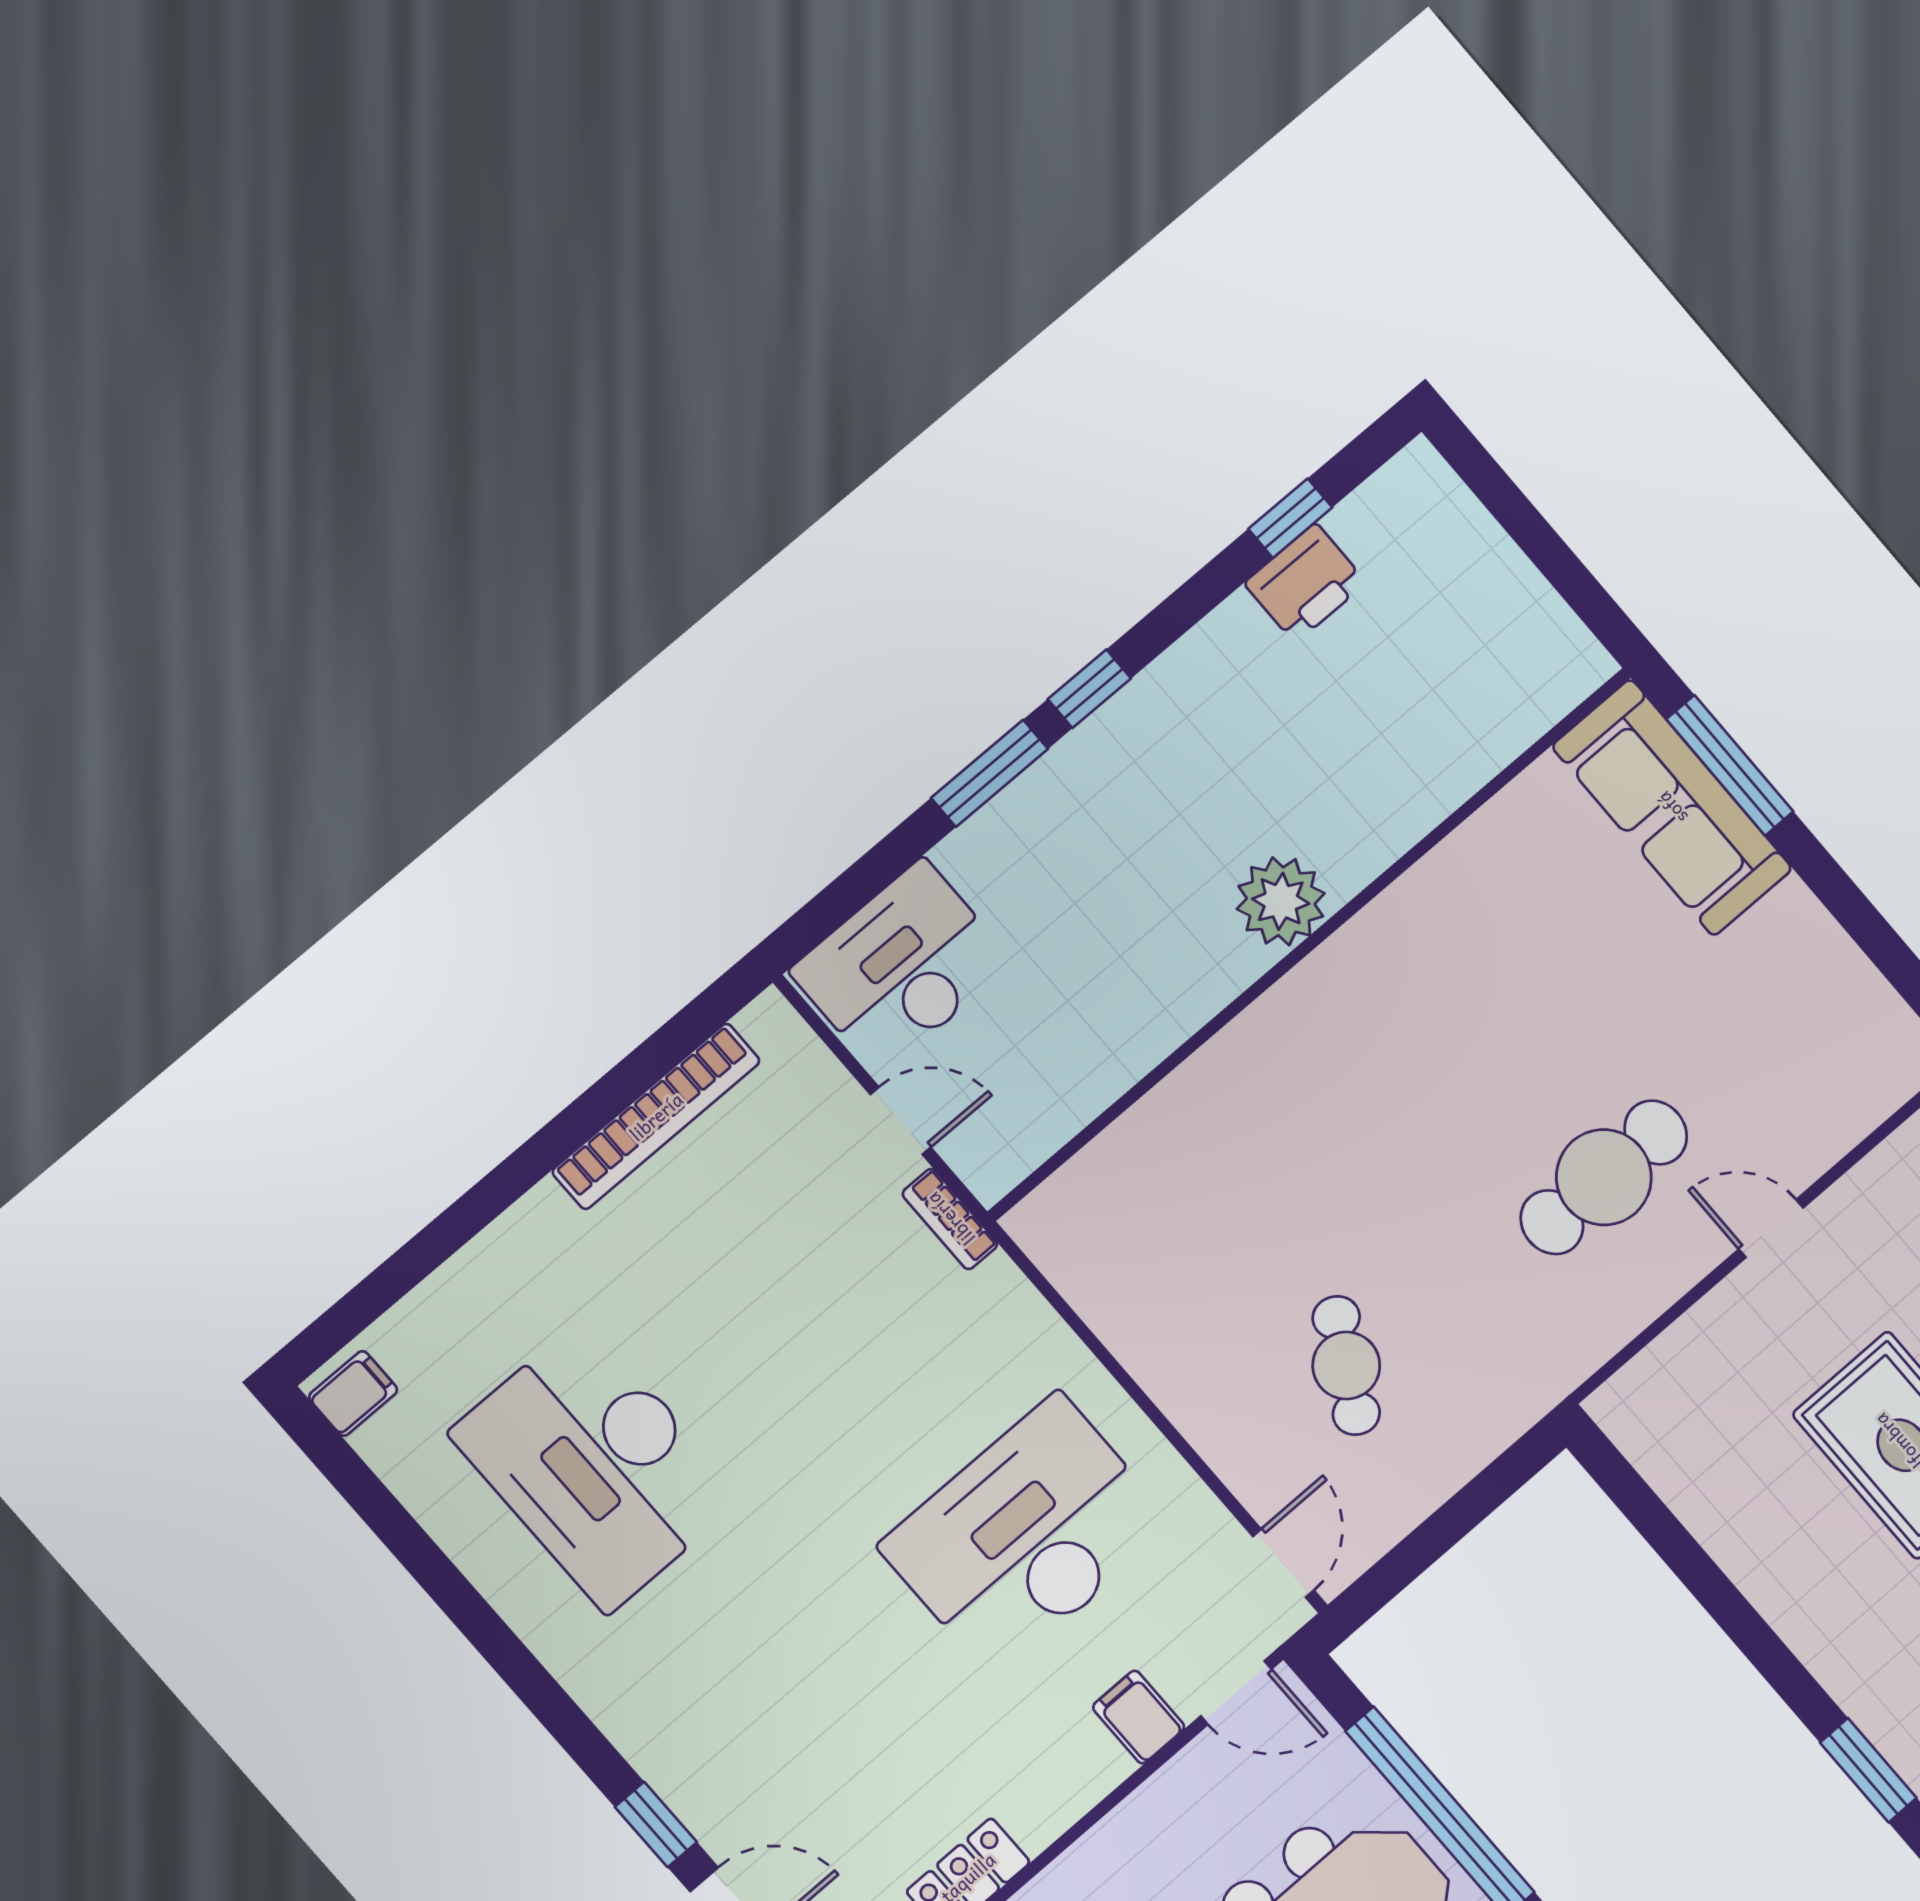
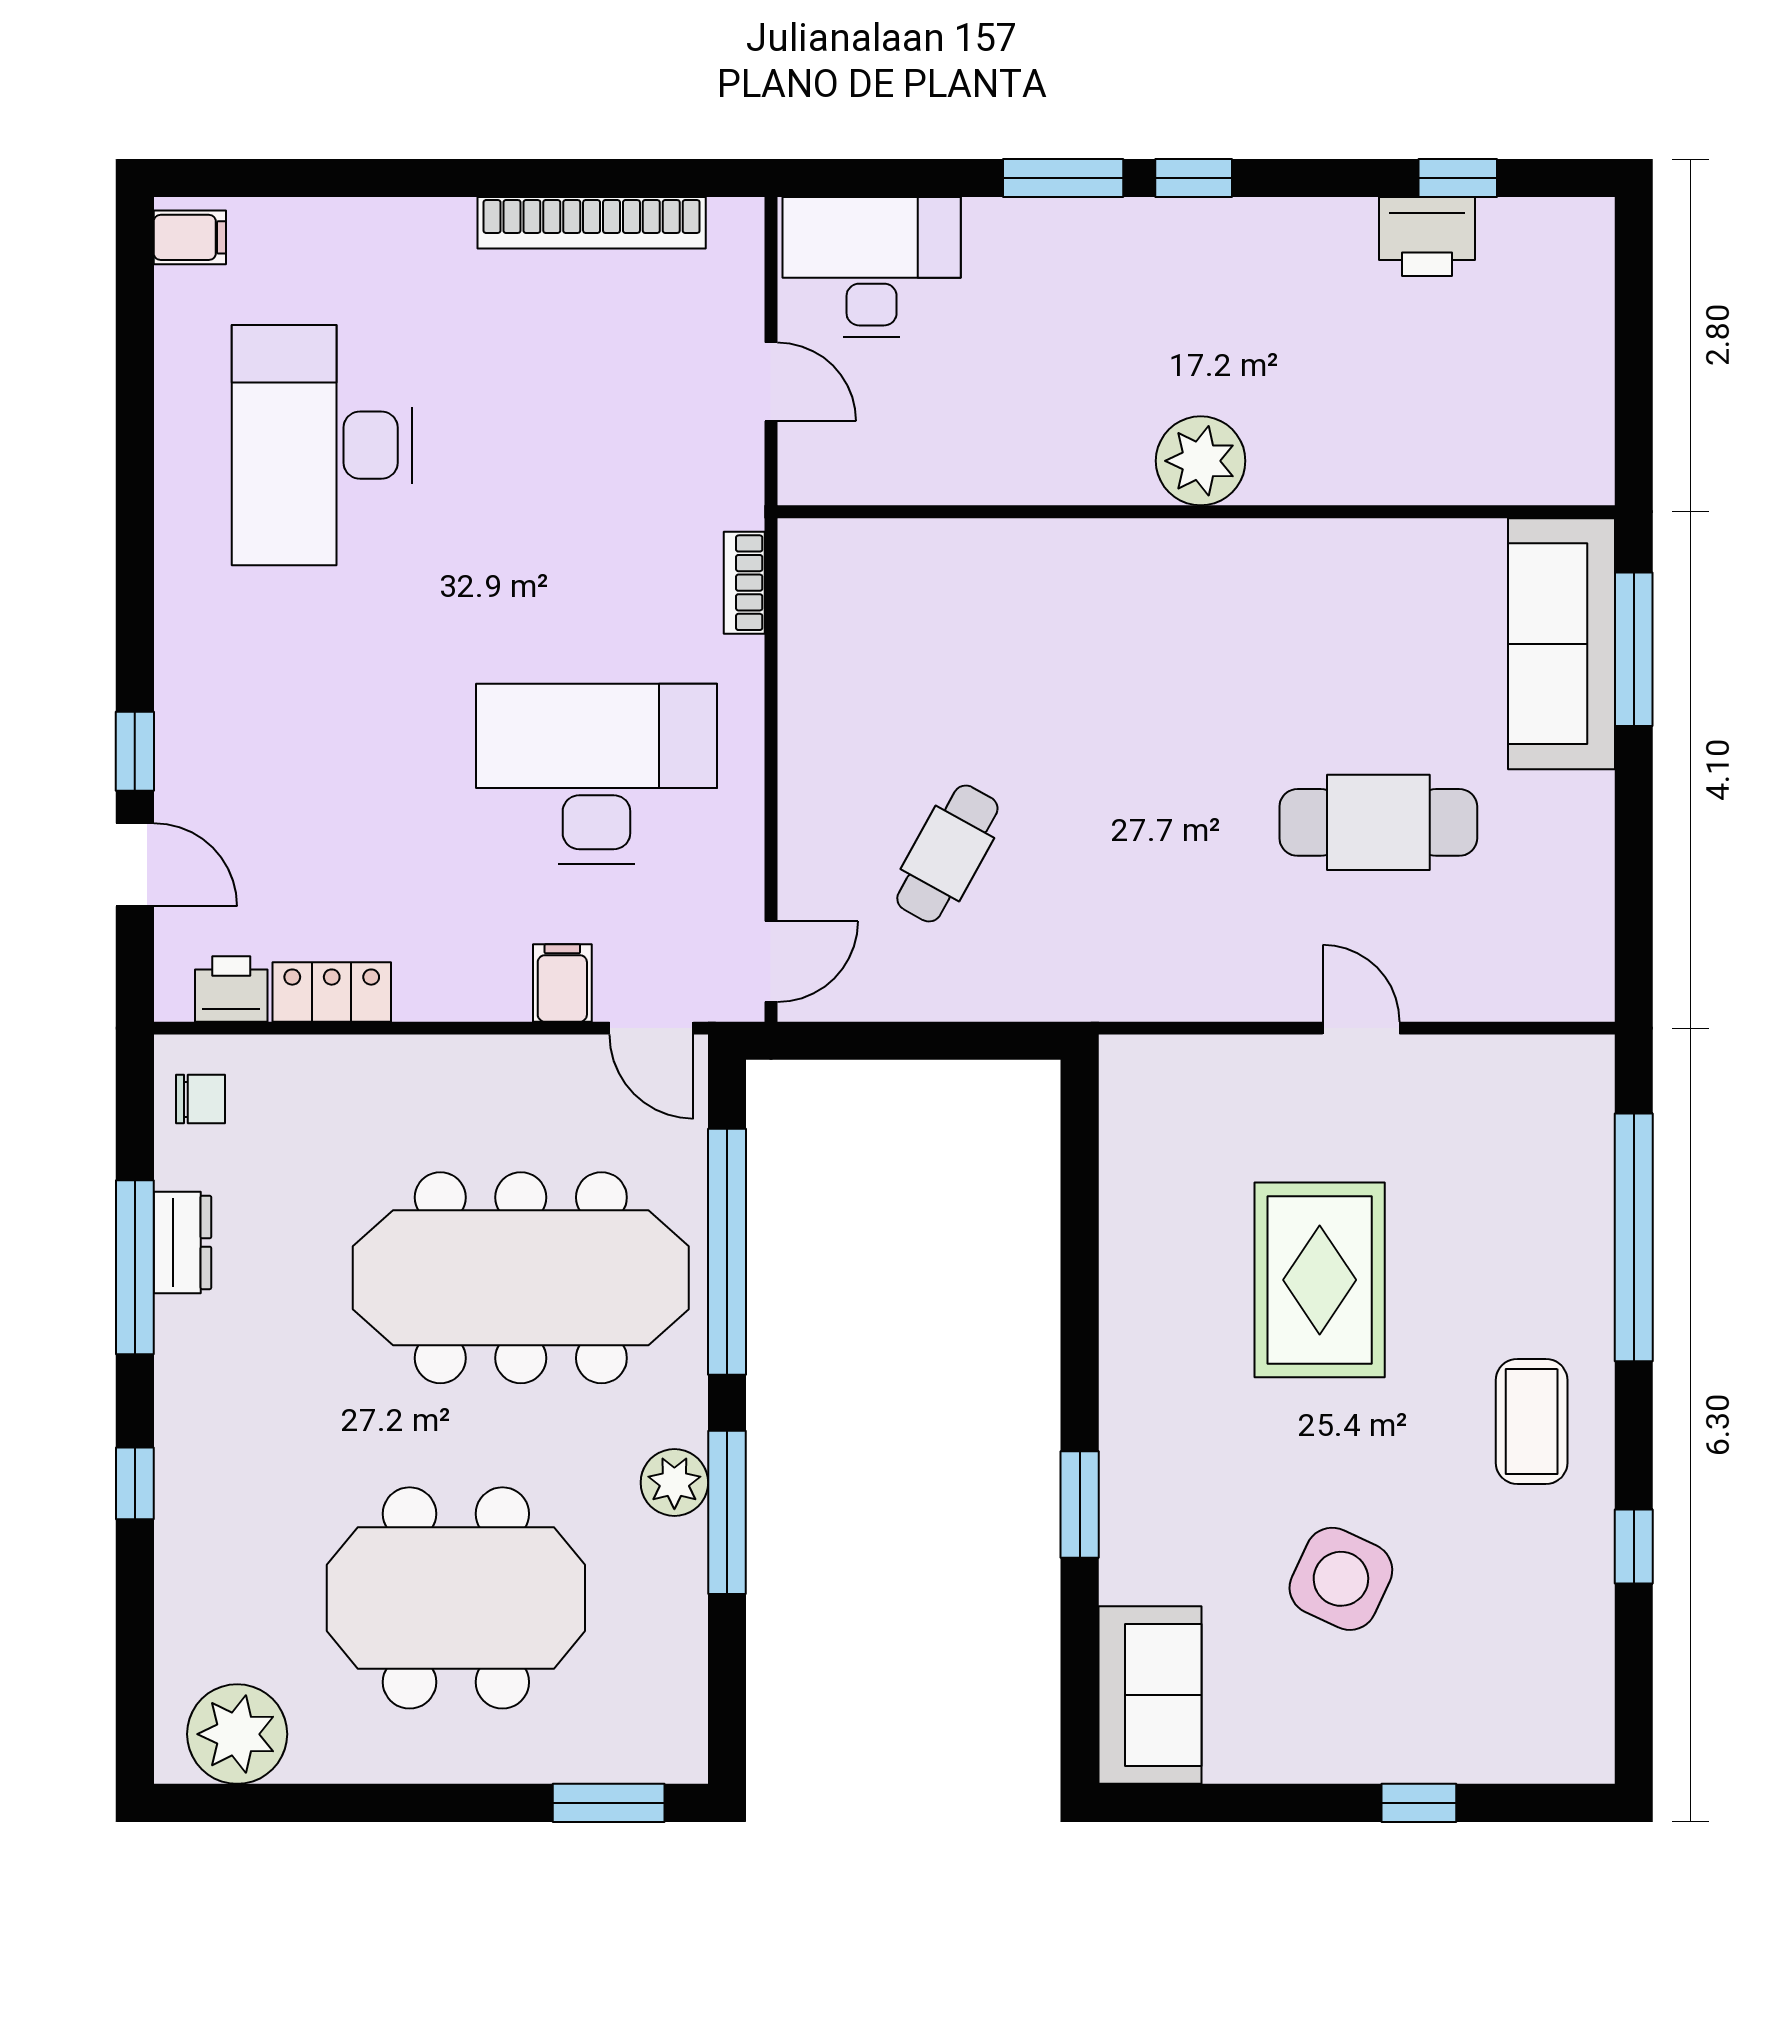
cafe table: (1604, 1177) -> (1378, 822), moved
bookcase: (950, 1219) -> (744, 583), moved

